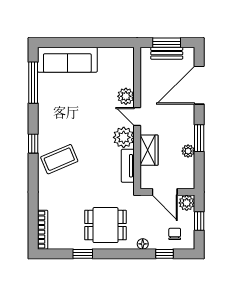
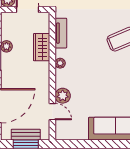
door: (137, 117) -> (52, 112), moved
plant: (124, 137) -> (60, 63), width x0.53, depth x0.53

